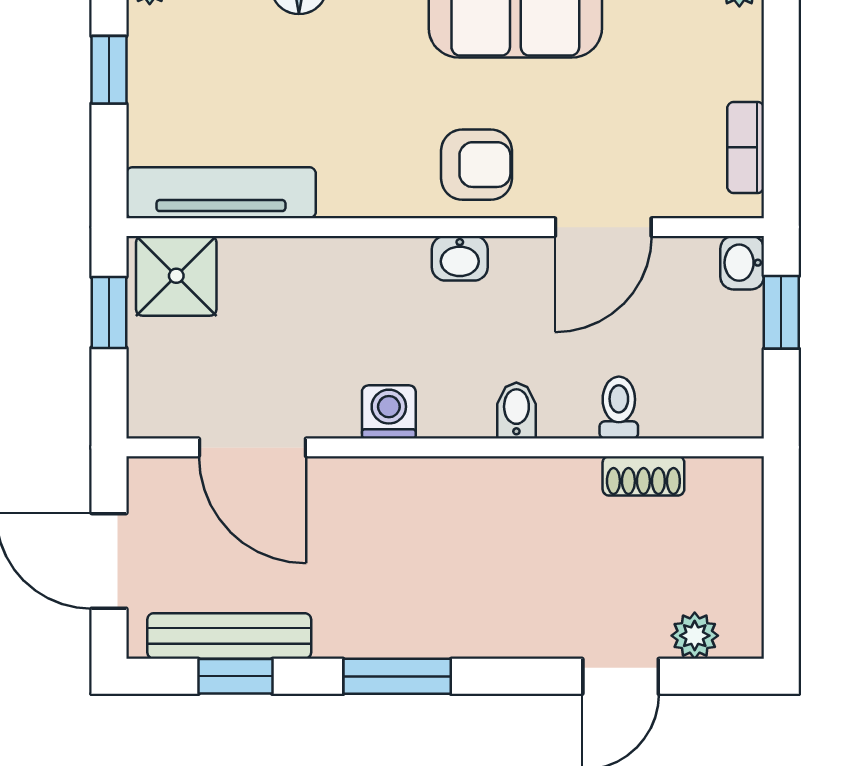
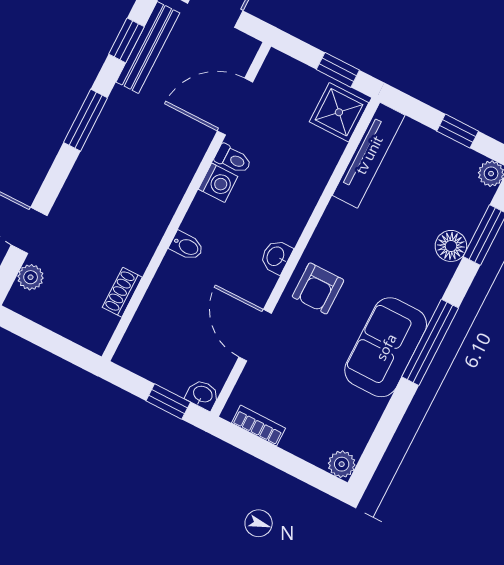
toilet: (619, 408) -> (233, 159), moved

